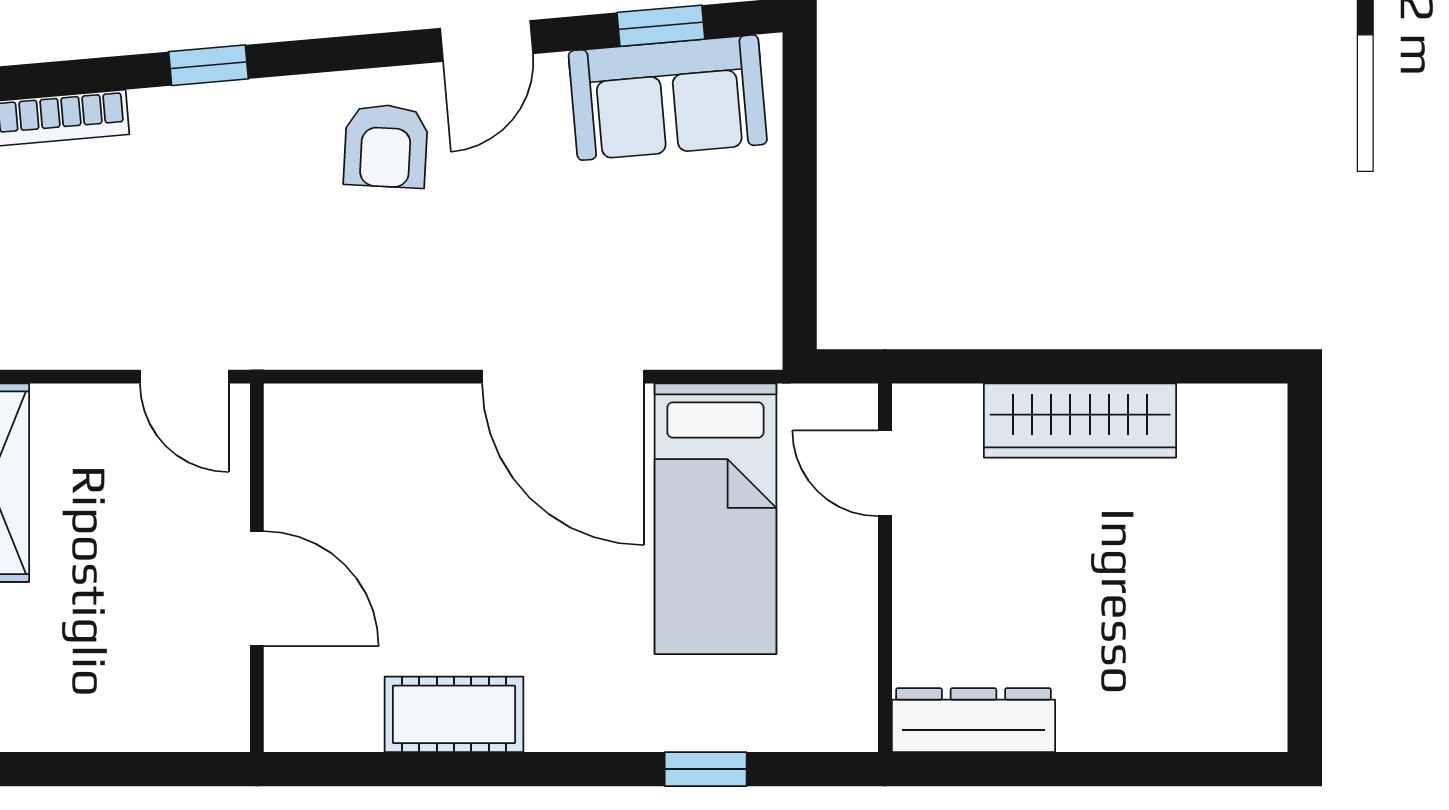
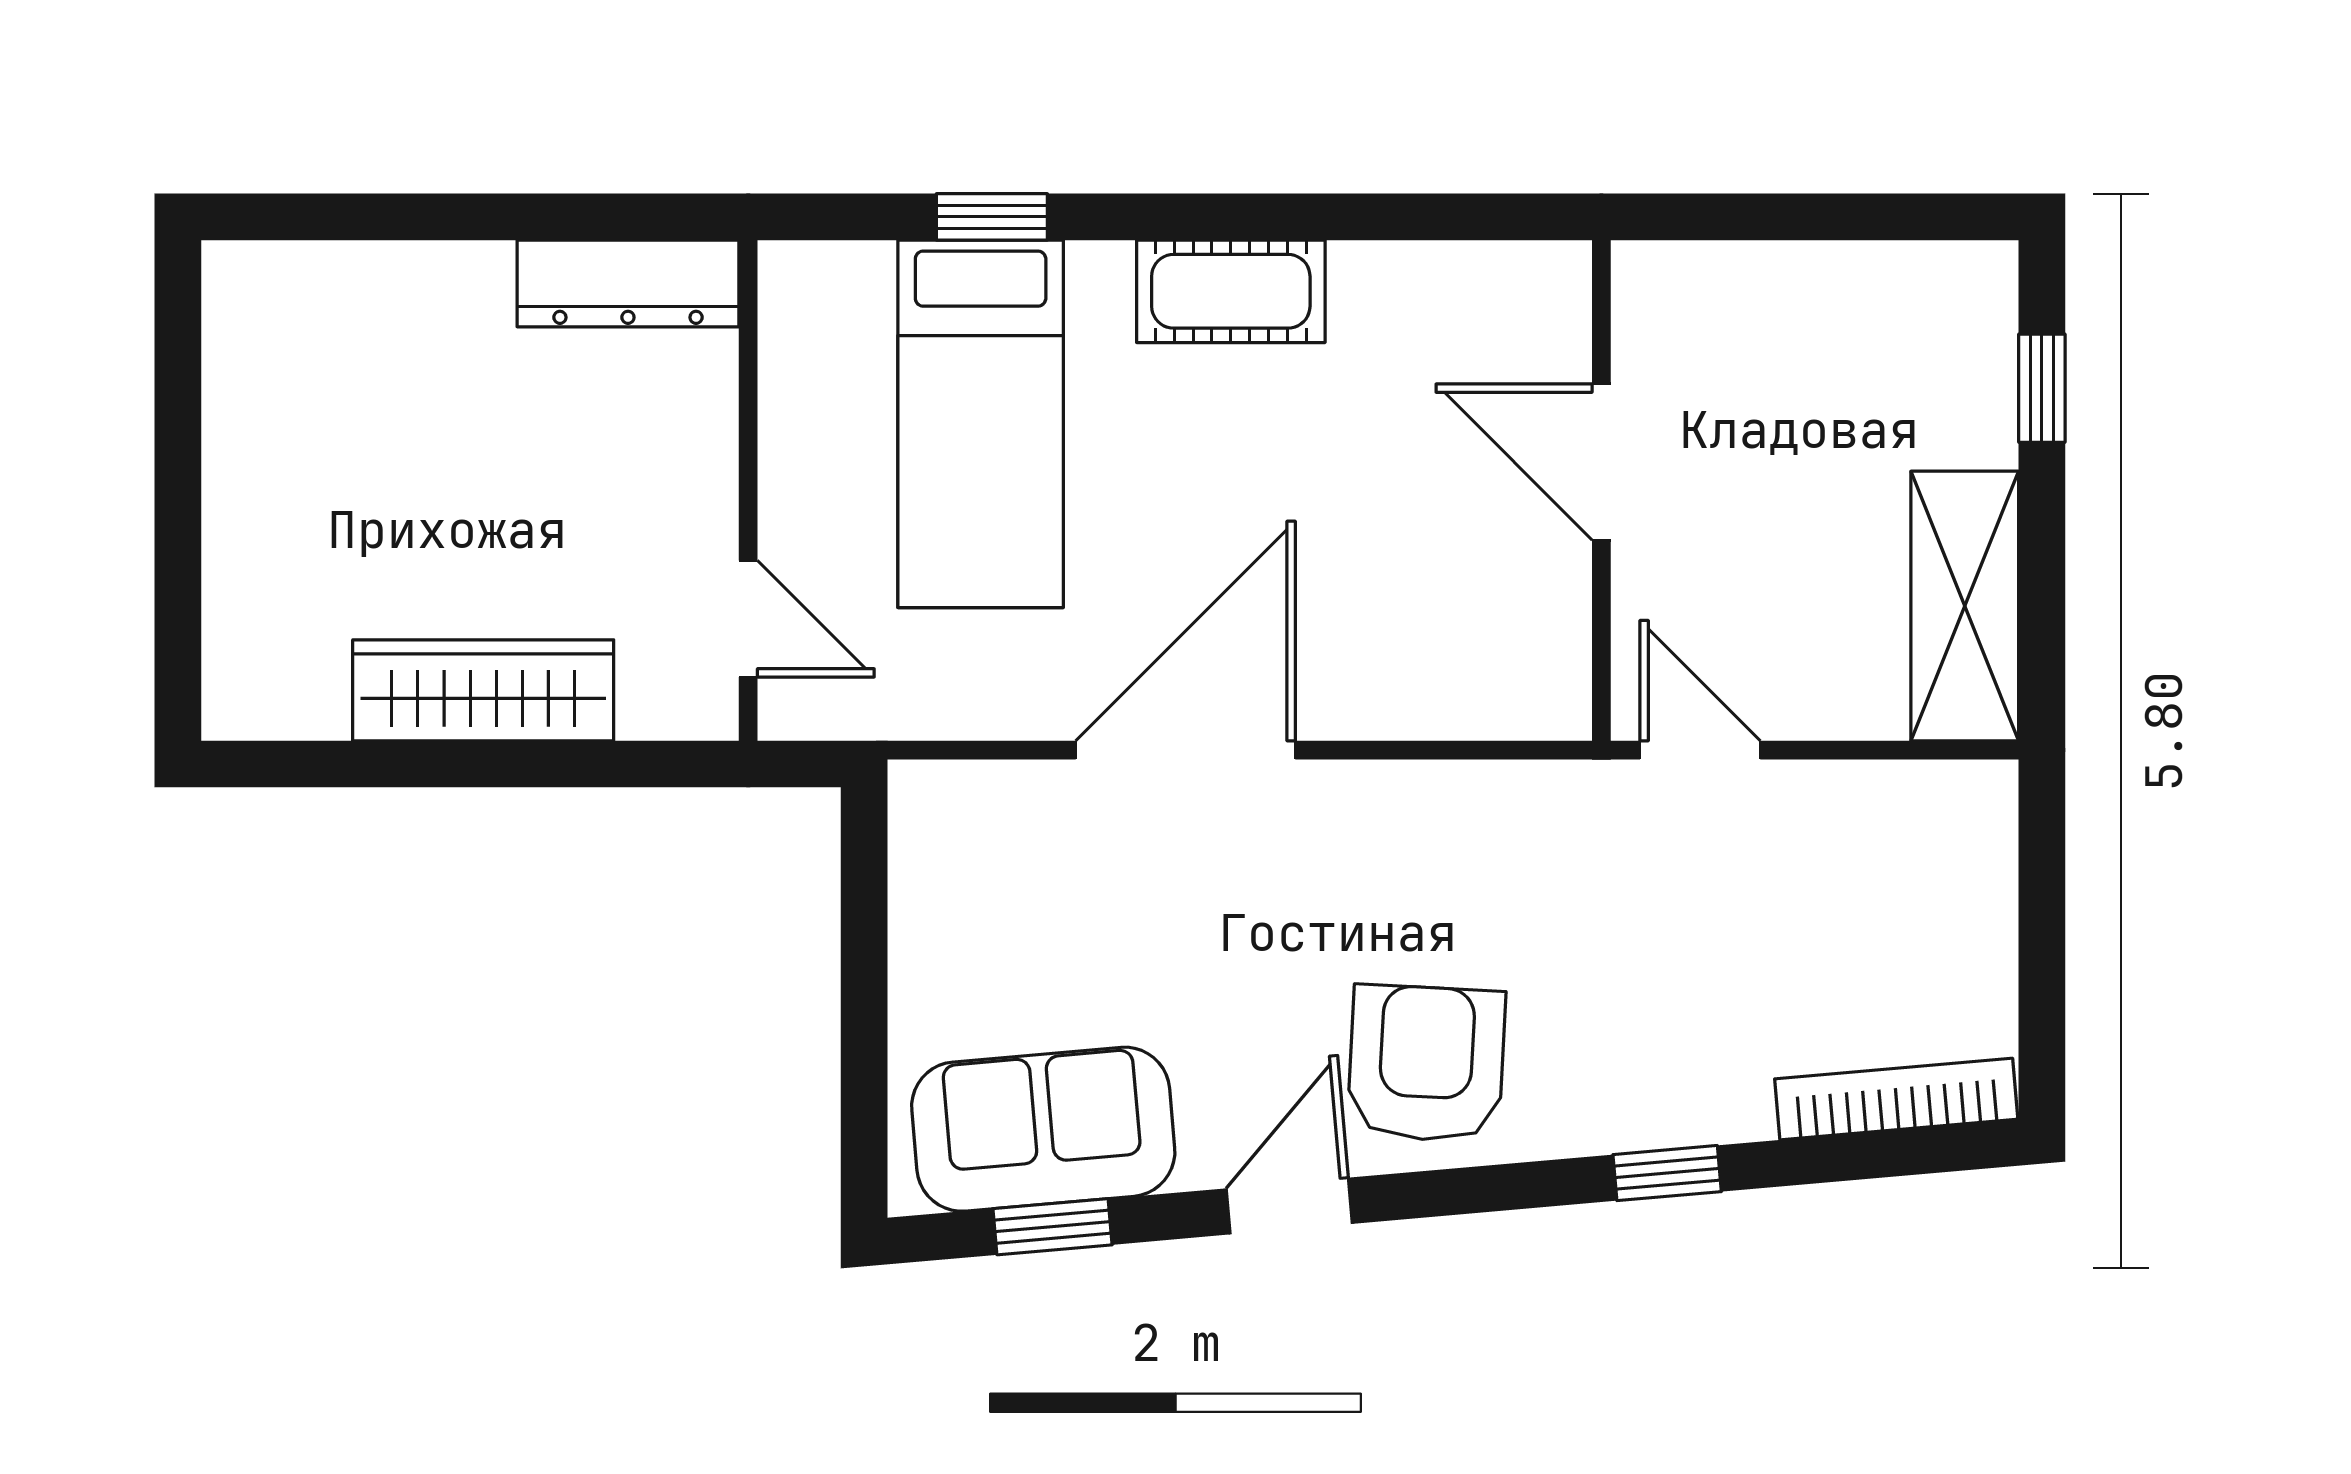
armchair: (386, 146) -> (1426, 1063), width x1.38, depth x1.38
door: (563, 377) -> (1185, 750), hinge flipped
bed: (715, 519) -> (981, 424), moved, turned 180
cot: (454, 714) -> (1231, 291), moved

